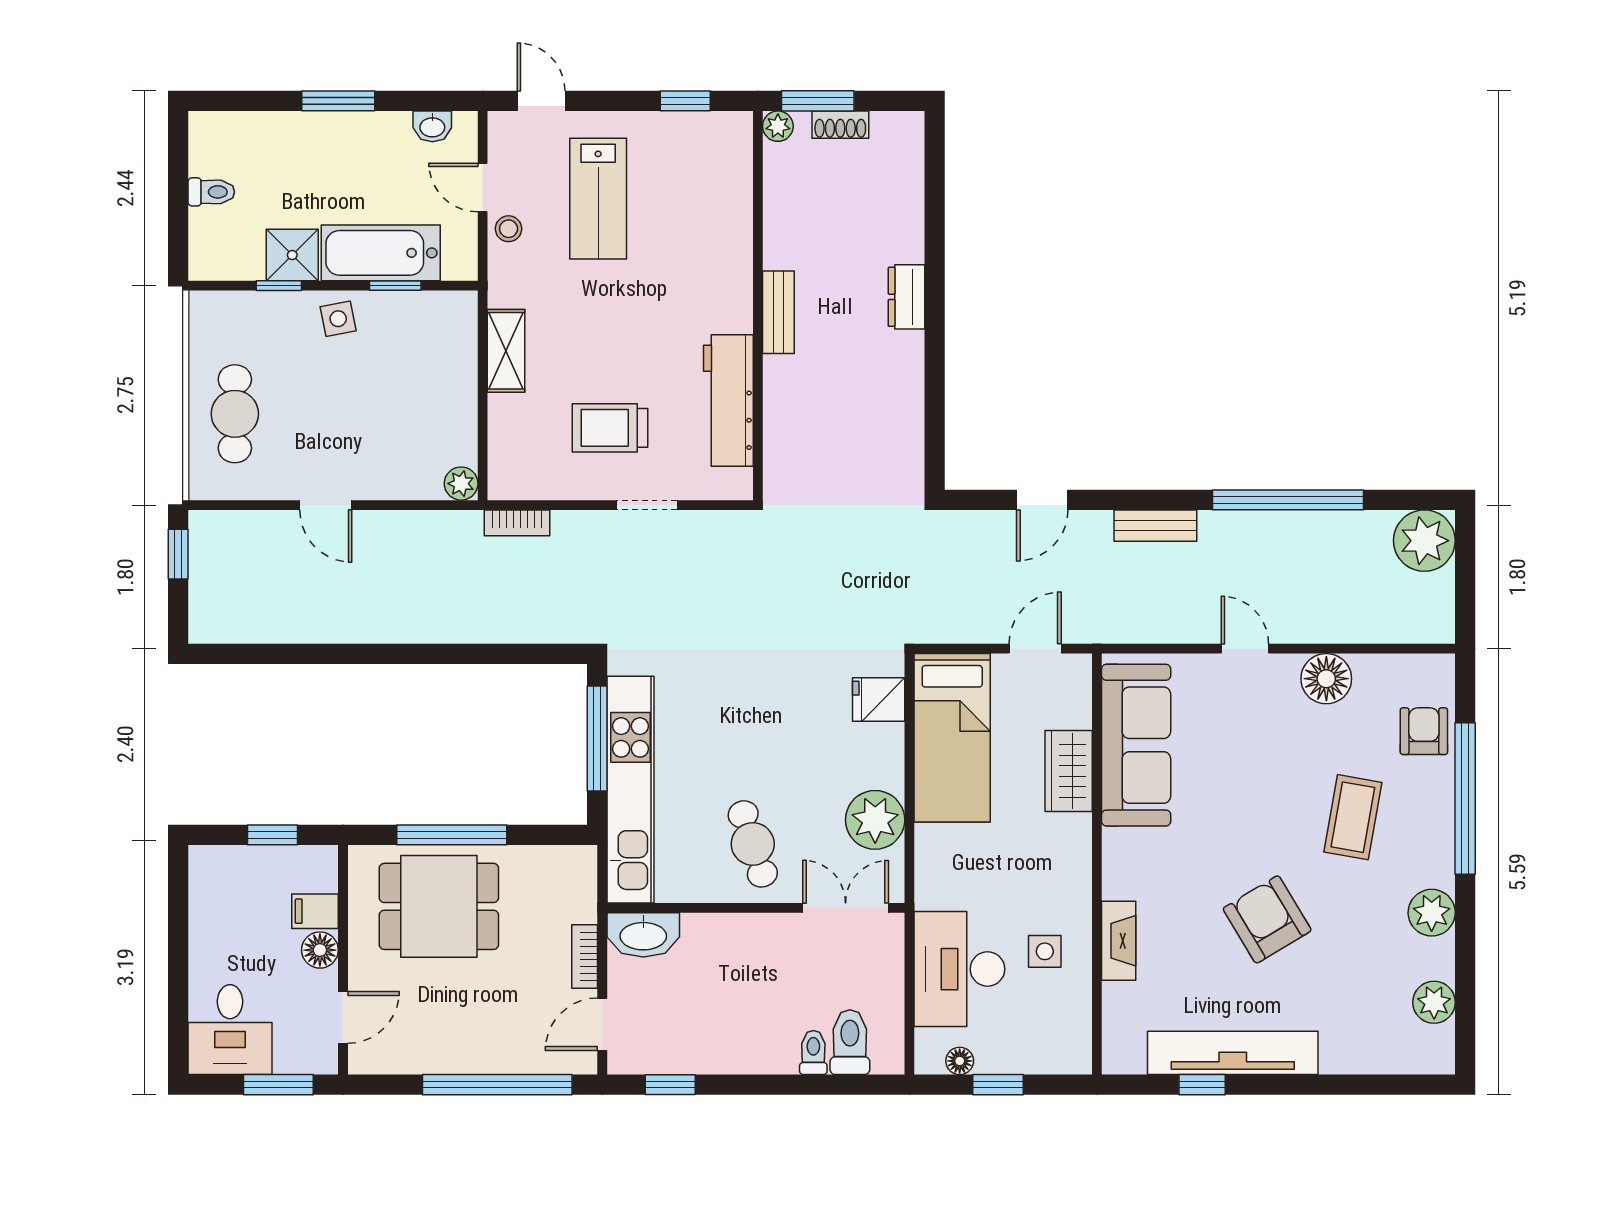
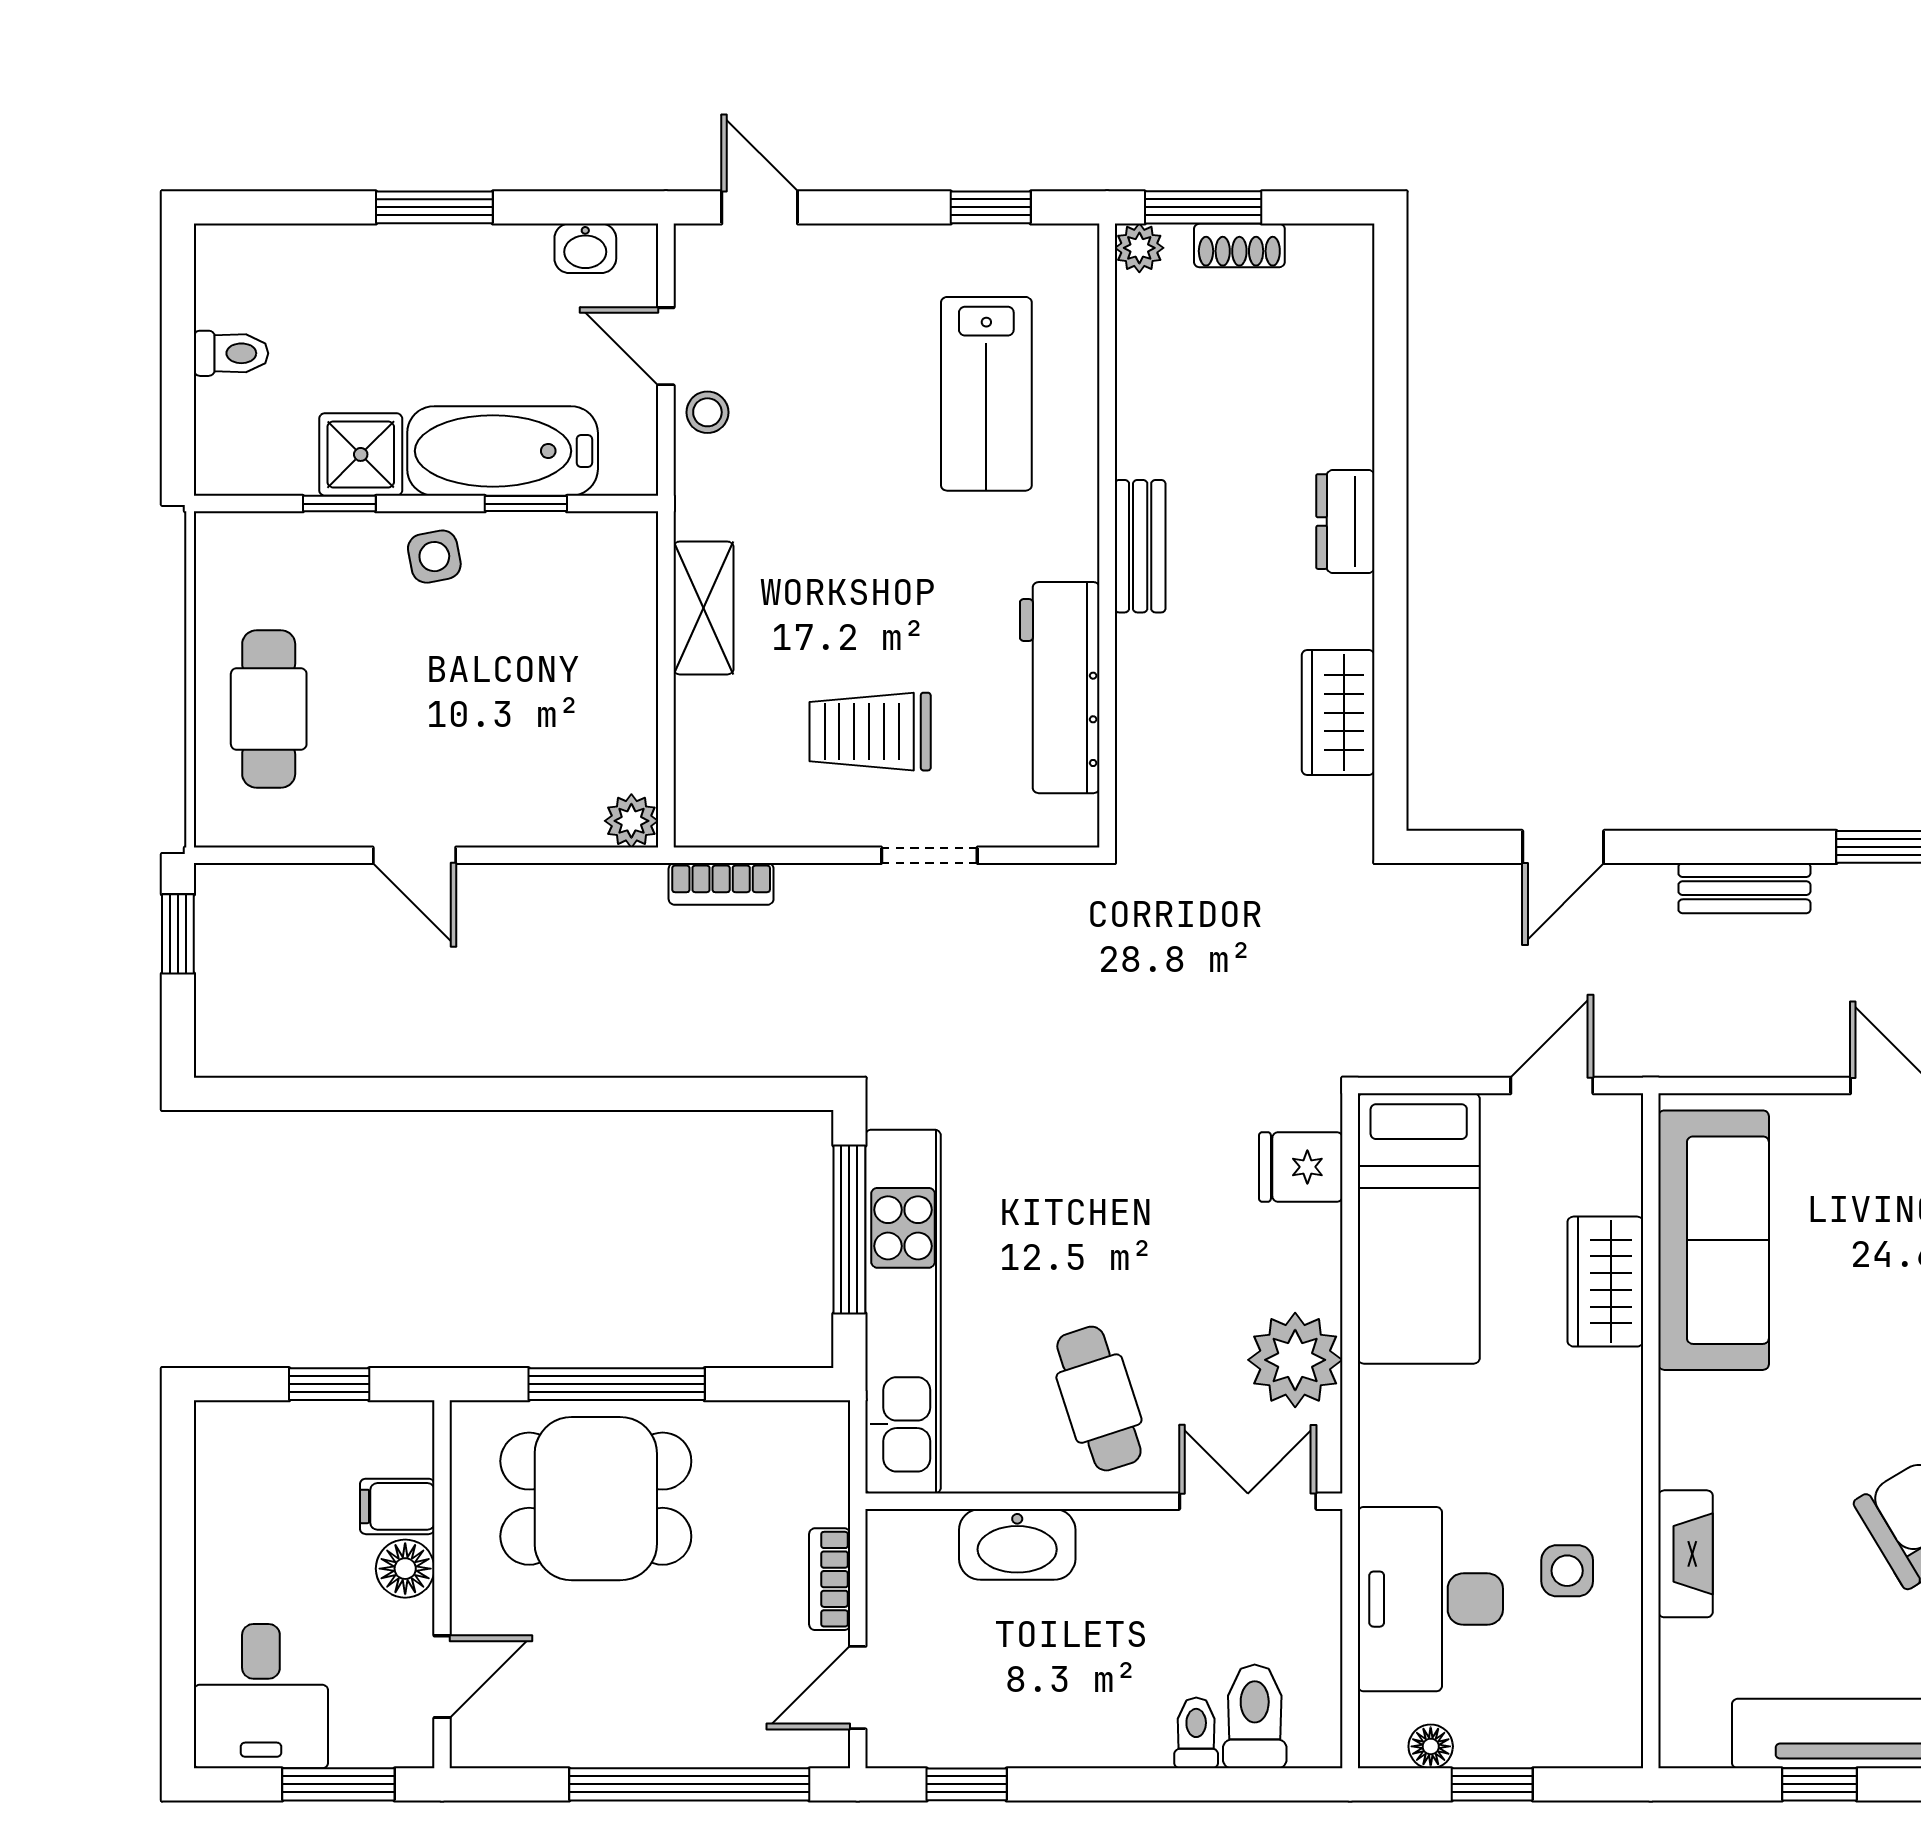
lab bench: (598, 199) -> (986, 394), moved
wardrobe: (902, 416) -> (1338, 713), added
washbasin: (643, 935) -> (1017, 1544), moved

